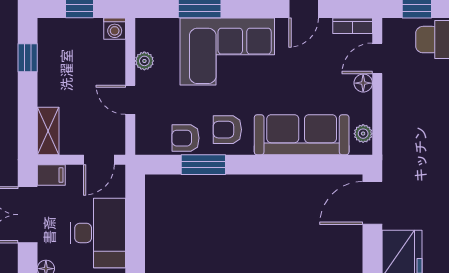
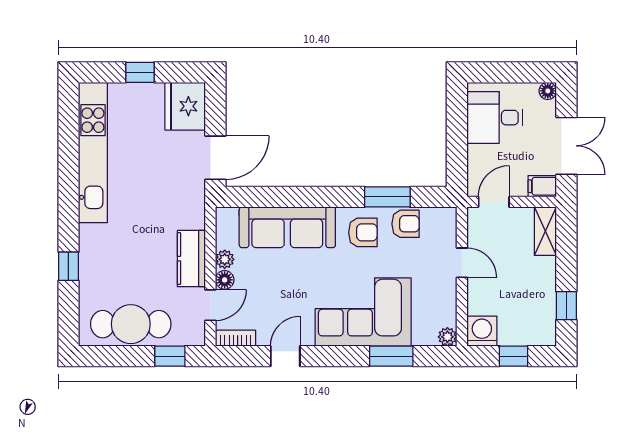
washing machine: (115, 29) -> (482, 331), width x1.38, depth x1.38
plant: (144, 61) -> (447, 337), moved
kitchen counter: (396, 104) -> (191, 259), added
plant: (363, 134) -> (225, 259), moved
desk: (98, 233) -> (495, 118), width x0.73

